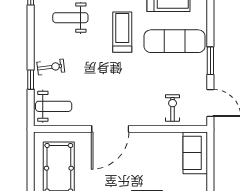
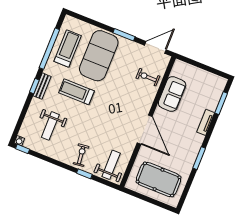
exercise mat: (175, 41) -> (99, 56), width x1.47
sofa: (195, 153) -> (172, 94), moved, turned -90

